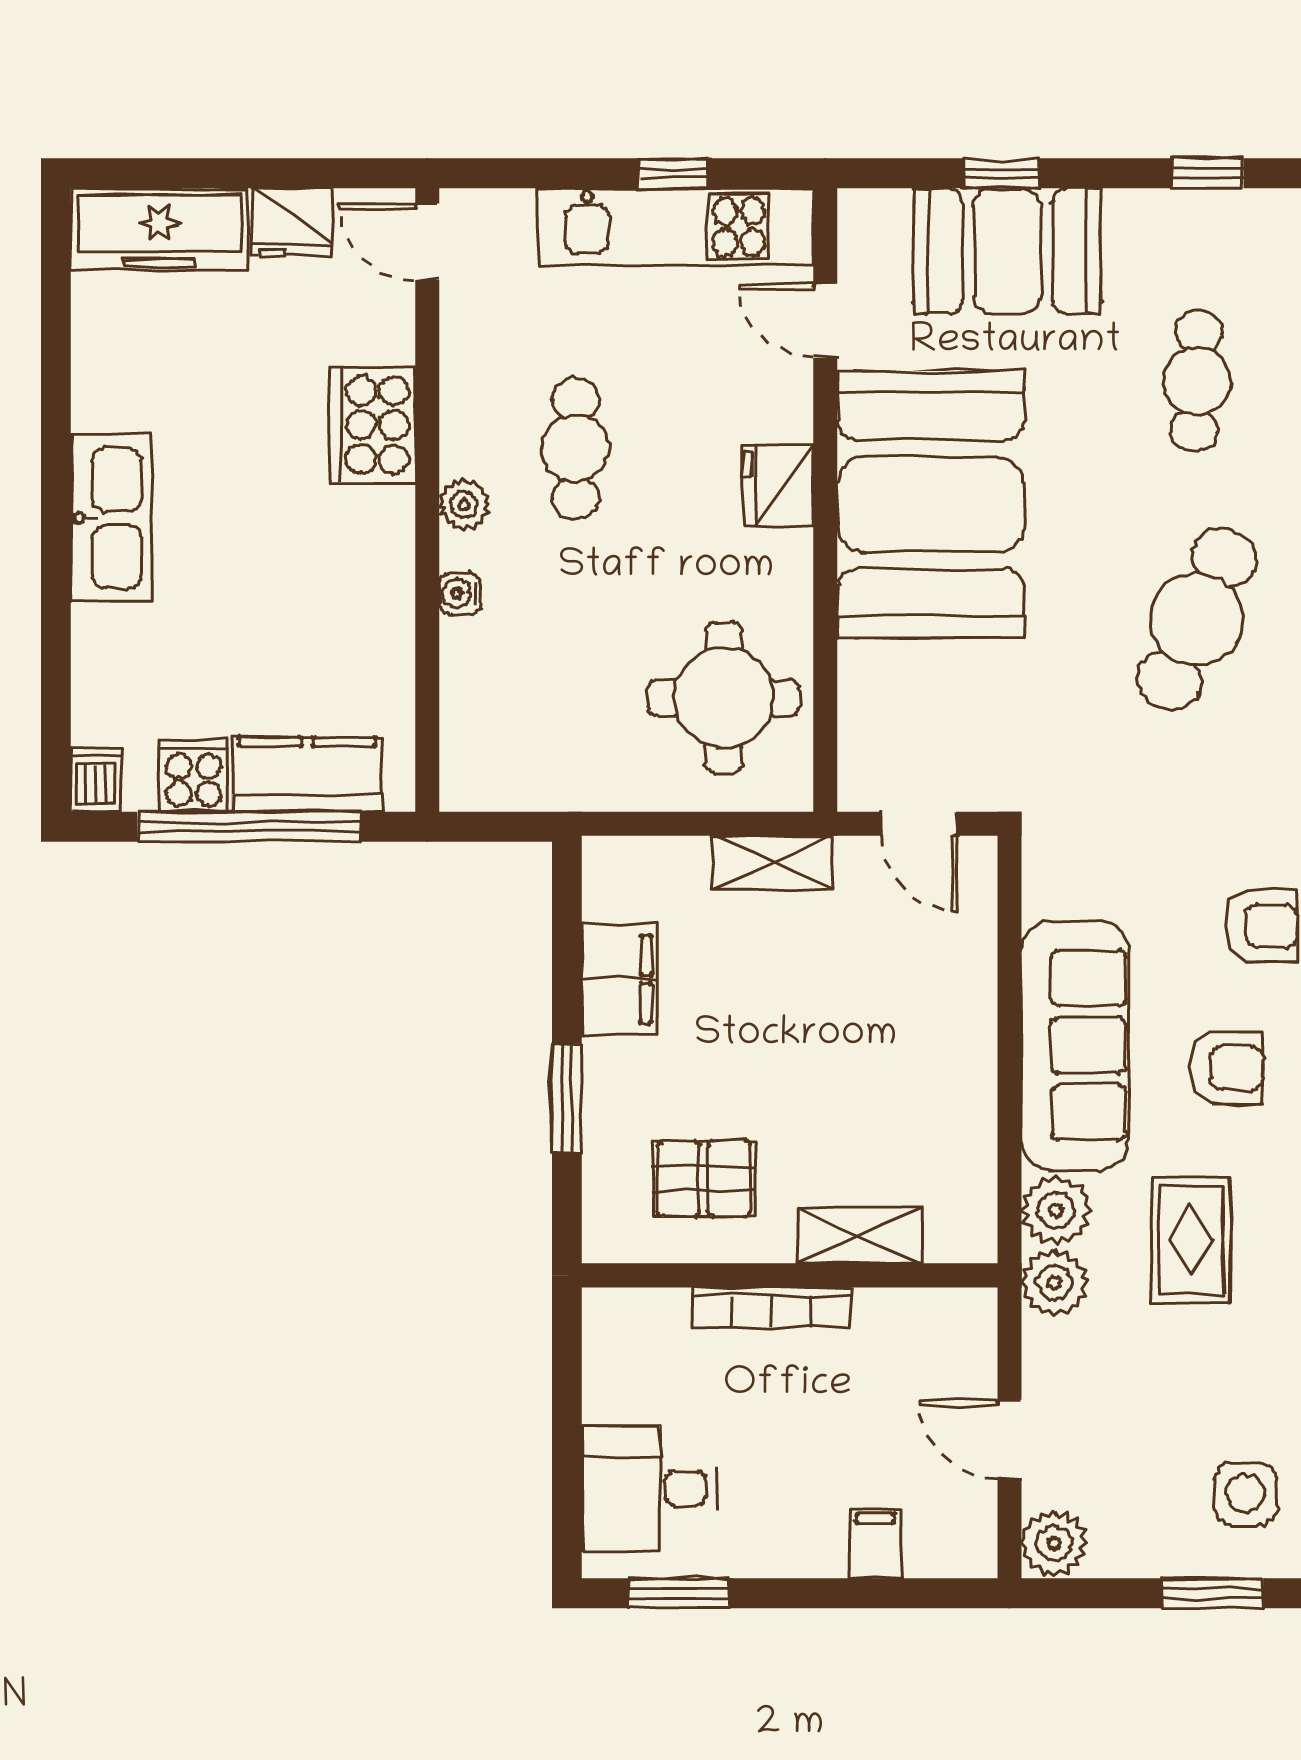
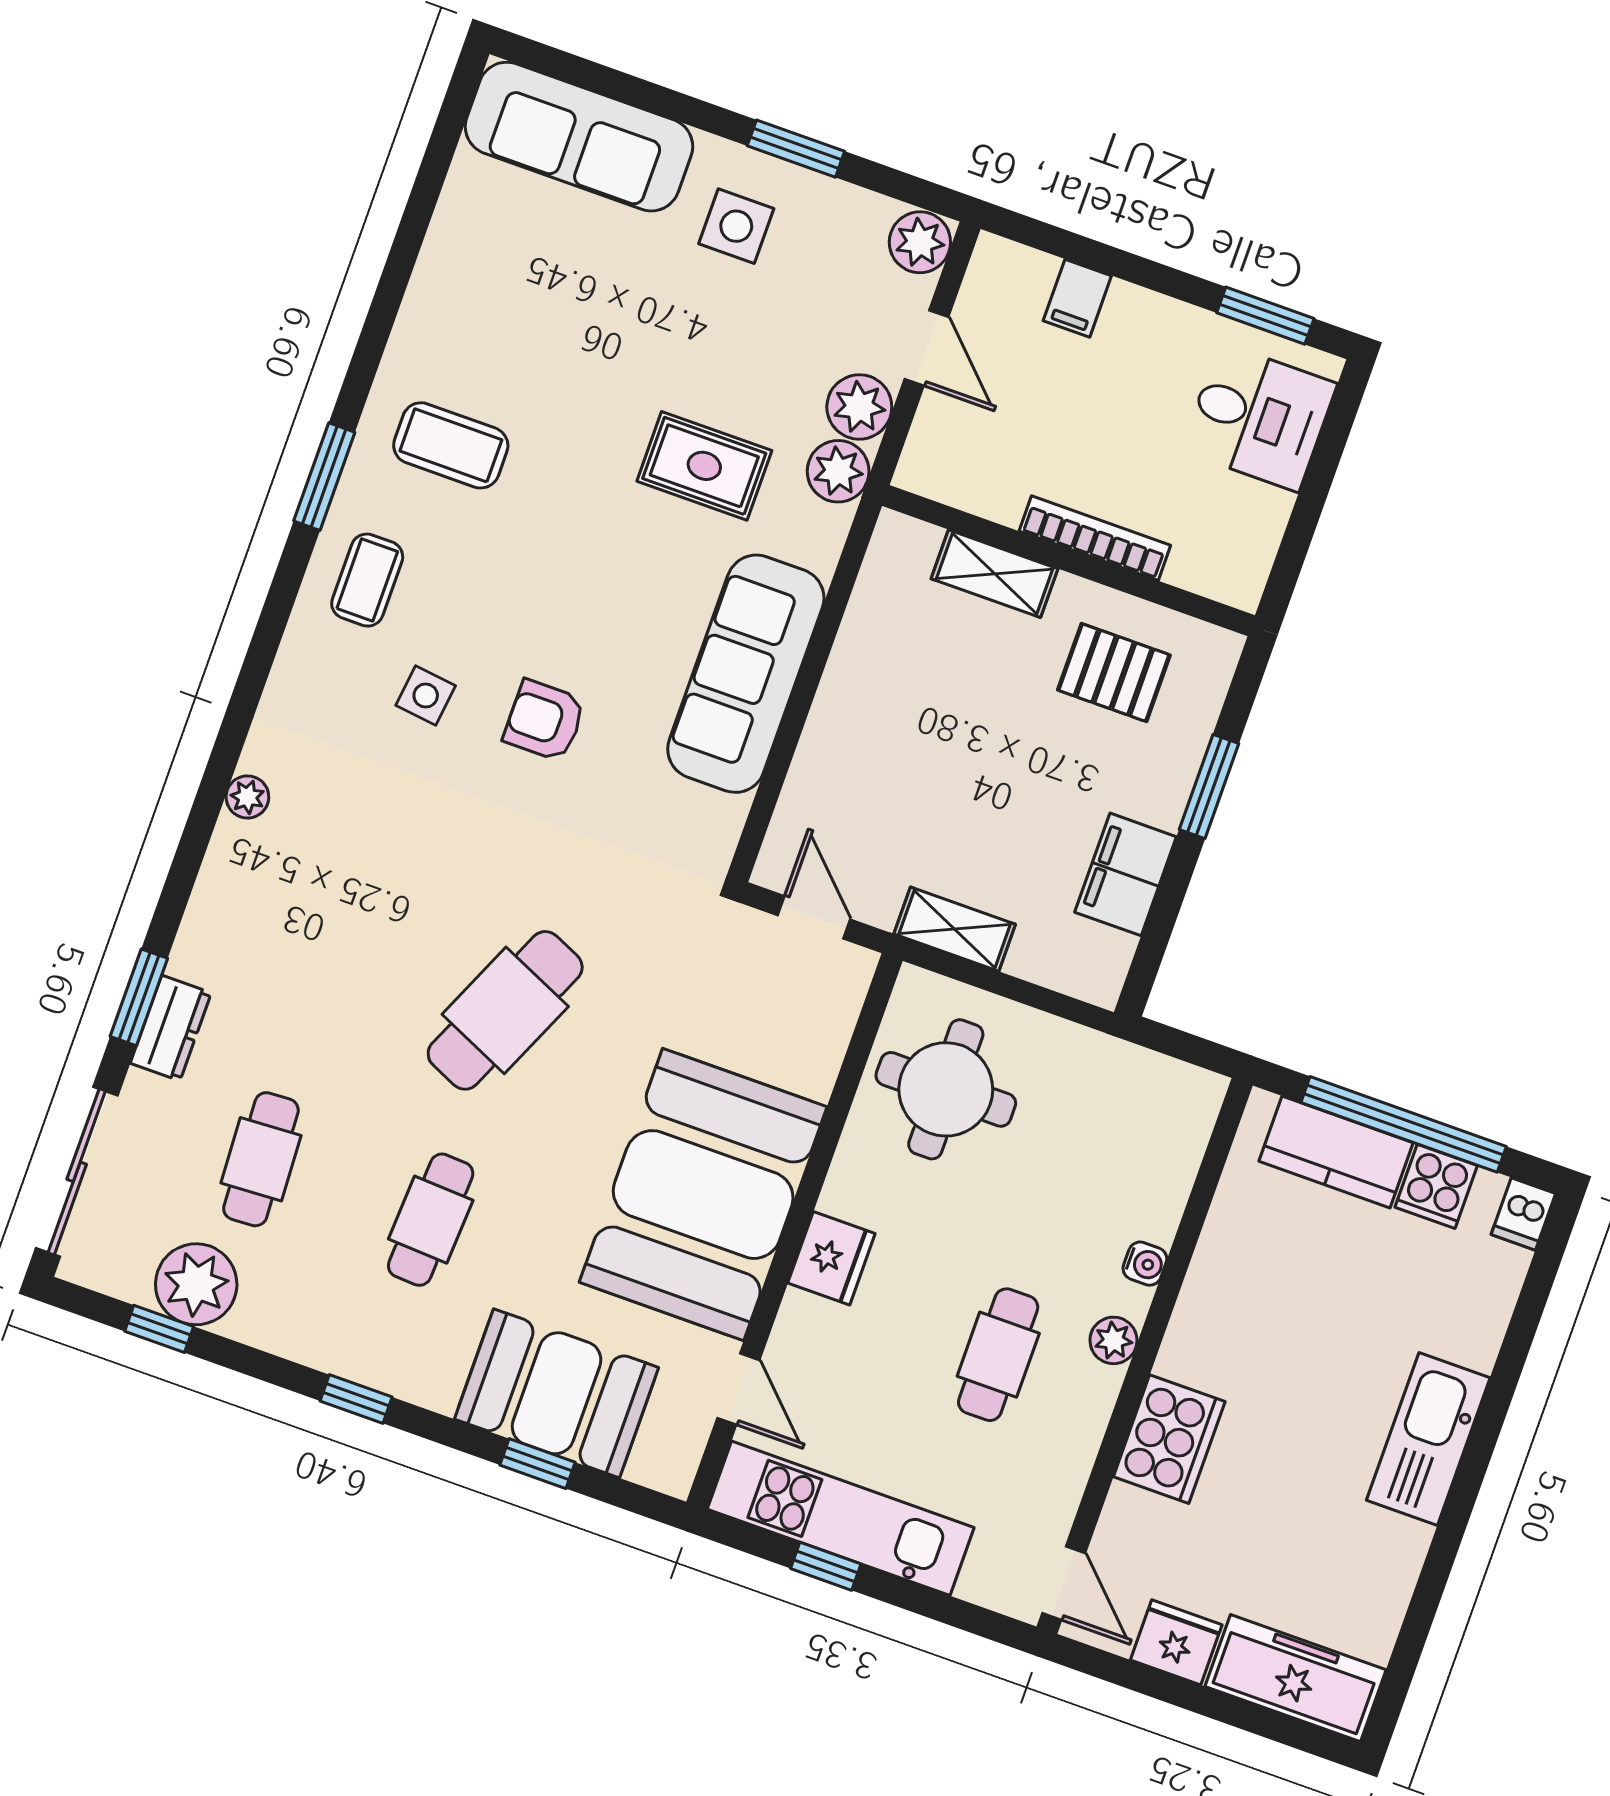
armchair: (1226, 1068) -> (619, 606), removed
plant: (1056, 1210) -> (859, 407), moved
rug: (1191, 1240) -> (704, 466), turned 90

